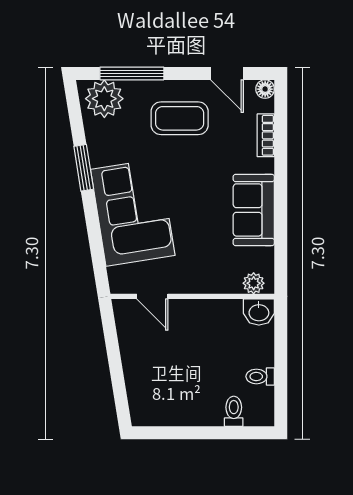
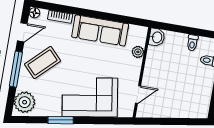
window: (132, 73) -> (16, 69), moved
coffee table: (180, 118) -> (43, 63), turned 46
sofa: (254, 210) -> (100, 30), width x1.36
plant: (254, 283) -> (138, 52), moved

